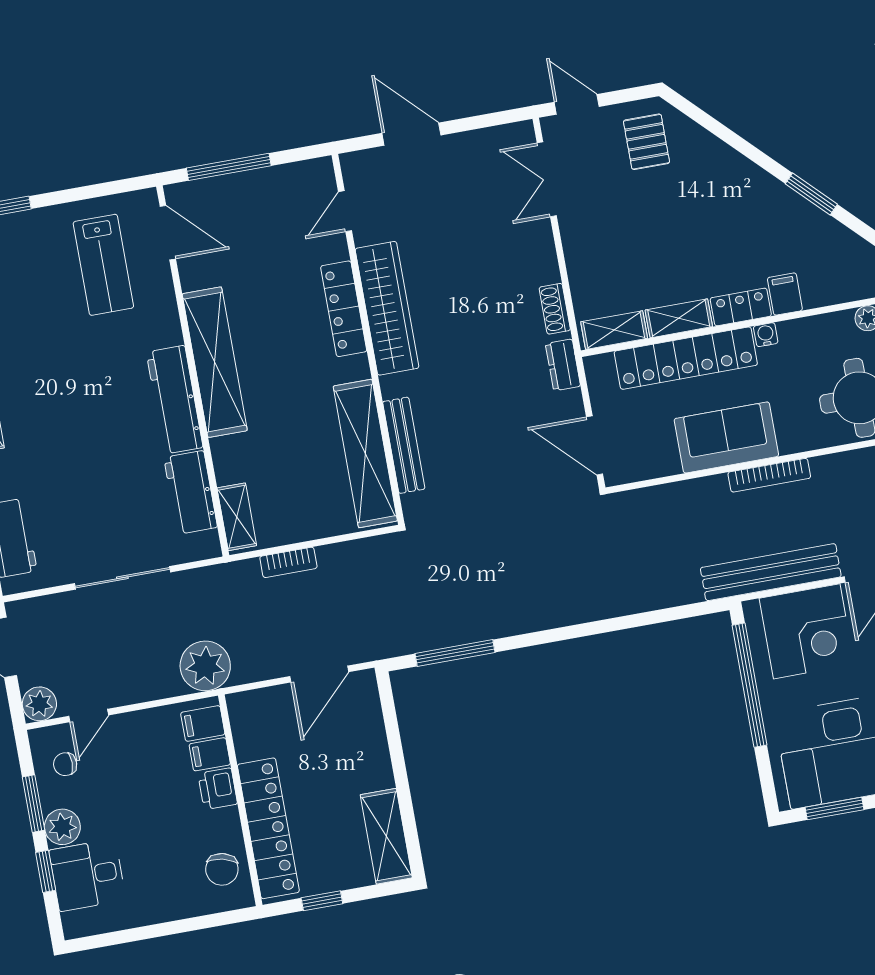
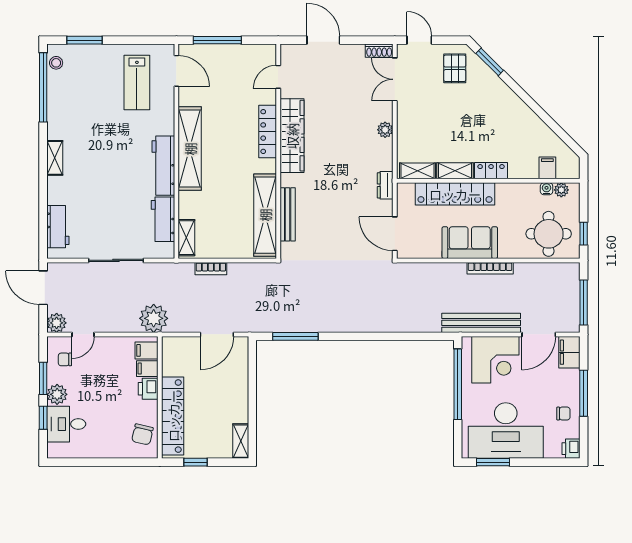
window: (811, 194) -> (490, 62), moved
plant: (546, 269) -> (385, 130), added
filing cabinet: (785, 294) -> (547, 168), moved
shoe rack: (555, 309) -> (379, 51), moved, turned -90
water cooler: (766, 335) -> (547, 189), moved
shelving: (386, 836) -> (241, 441), width x0.67, depth x0.75

